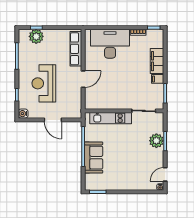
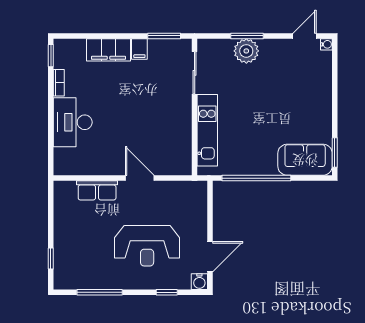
plant: (36, 36) -> (66, 259), removed
desk: (110, 44) -> (73, 122), width x0.73, depth x0.77
row of seats: (76, 49) -> (97, 190), width x0.68
door: (53, 120) -> (210, 257), moved
sofa: (94, 158) -> (305, 160), moved
door: (165, 174) -> (304, 36), swing flipped

